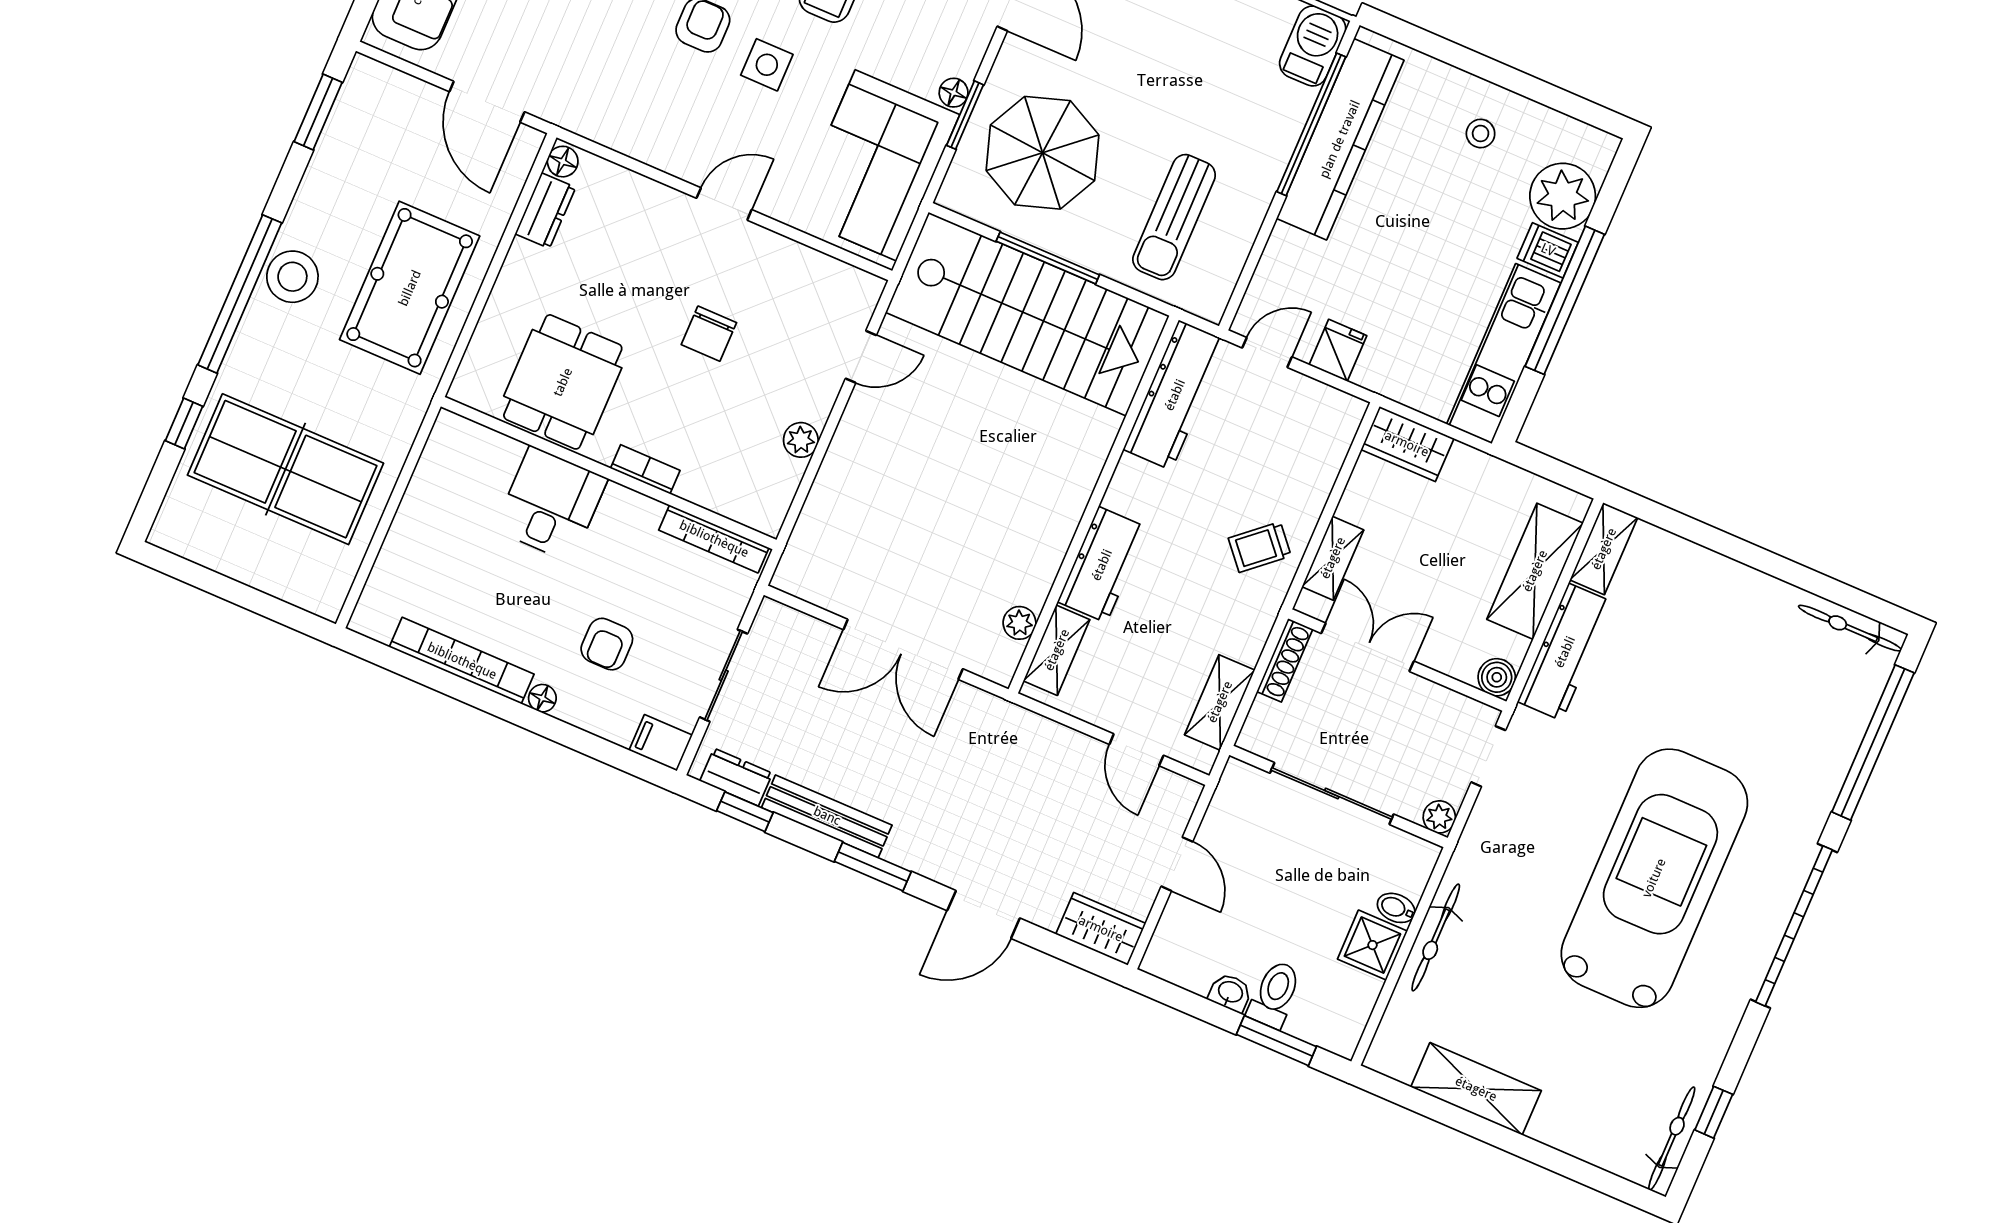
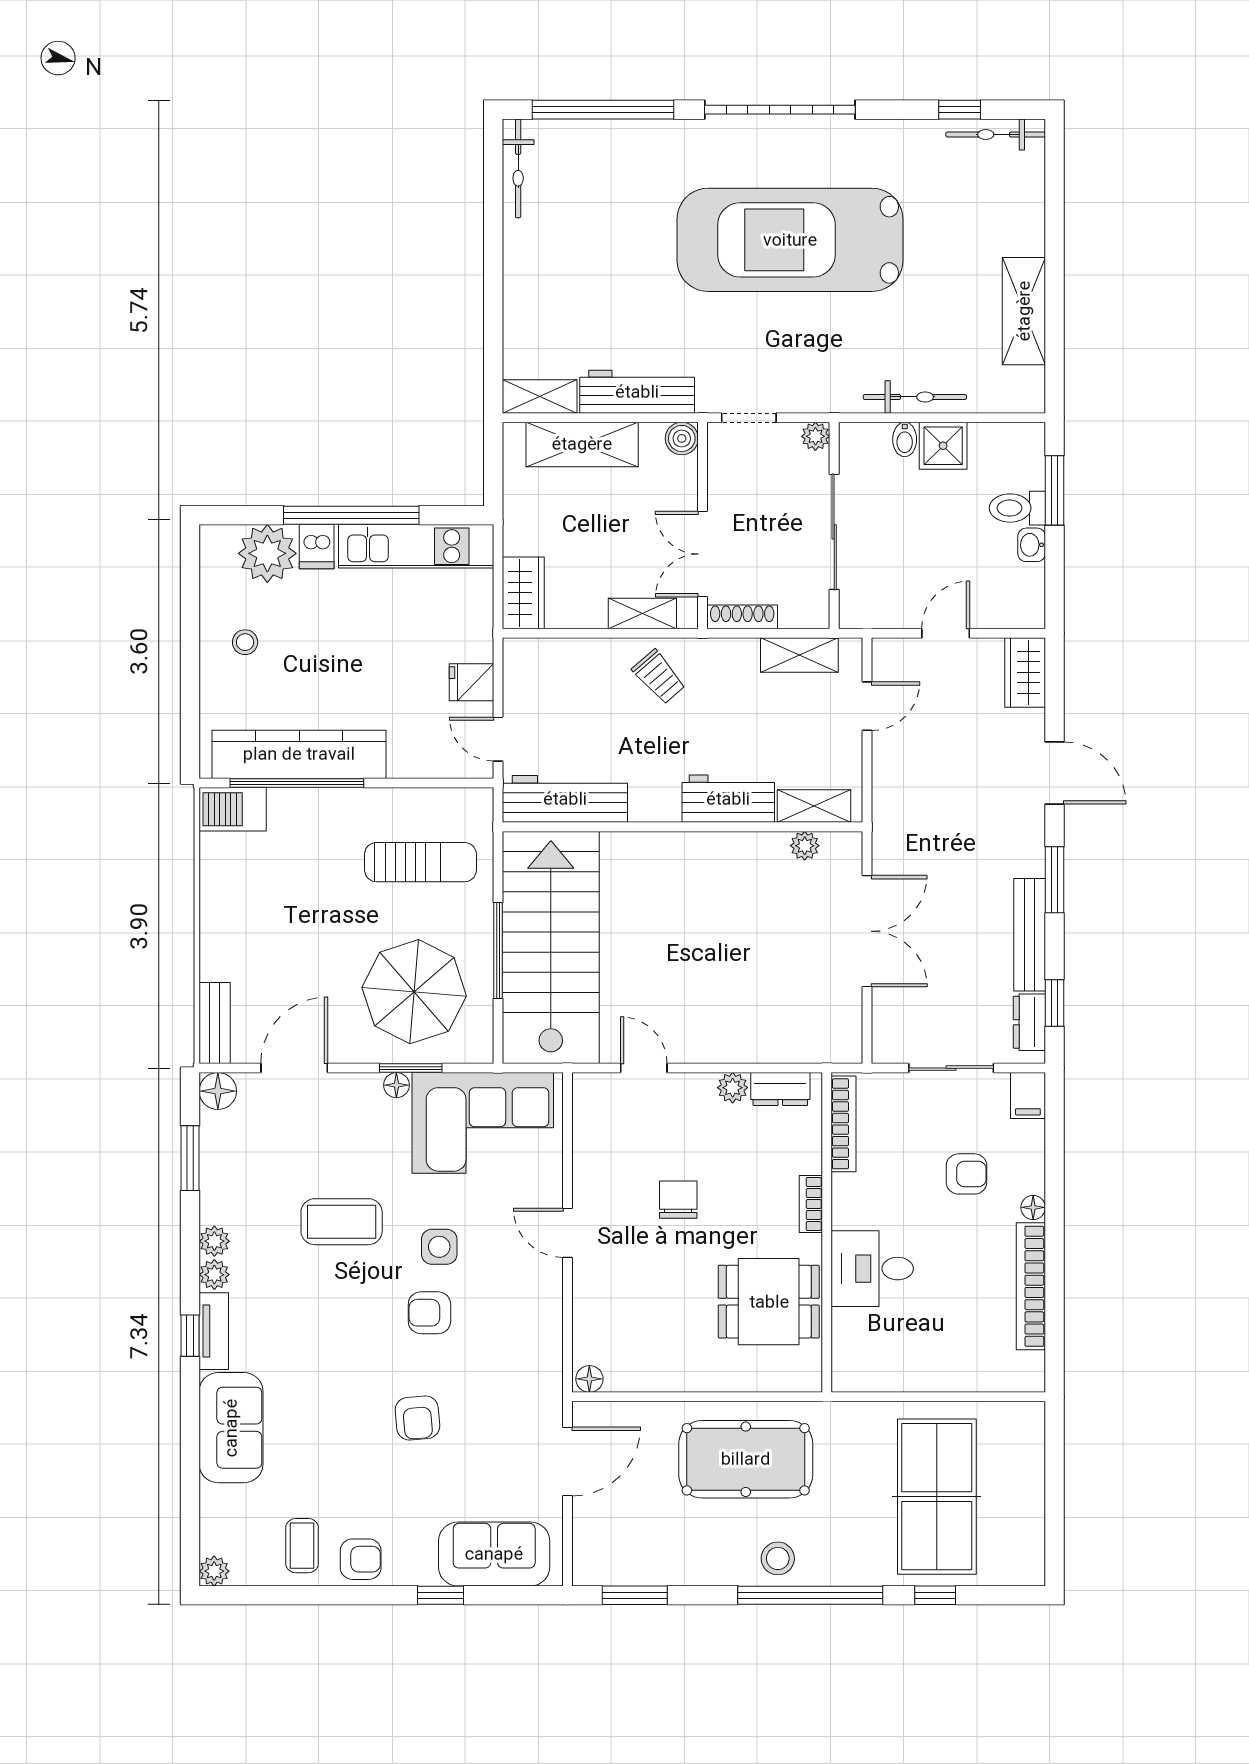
dresser: (545, 211) -> (780, 1089), moved, turned 180
stool: (292, 277) -> (778, 1558), width x0.73, depth x0.73
chair: (709, 334) -> (678, 1200), turned -90

